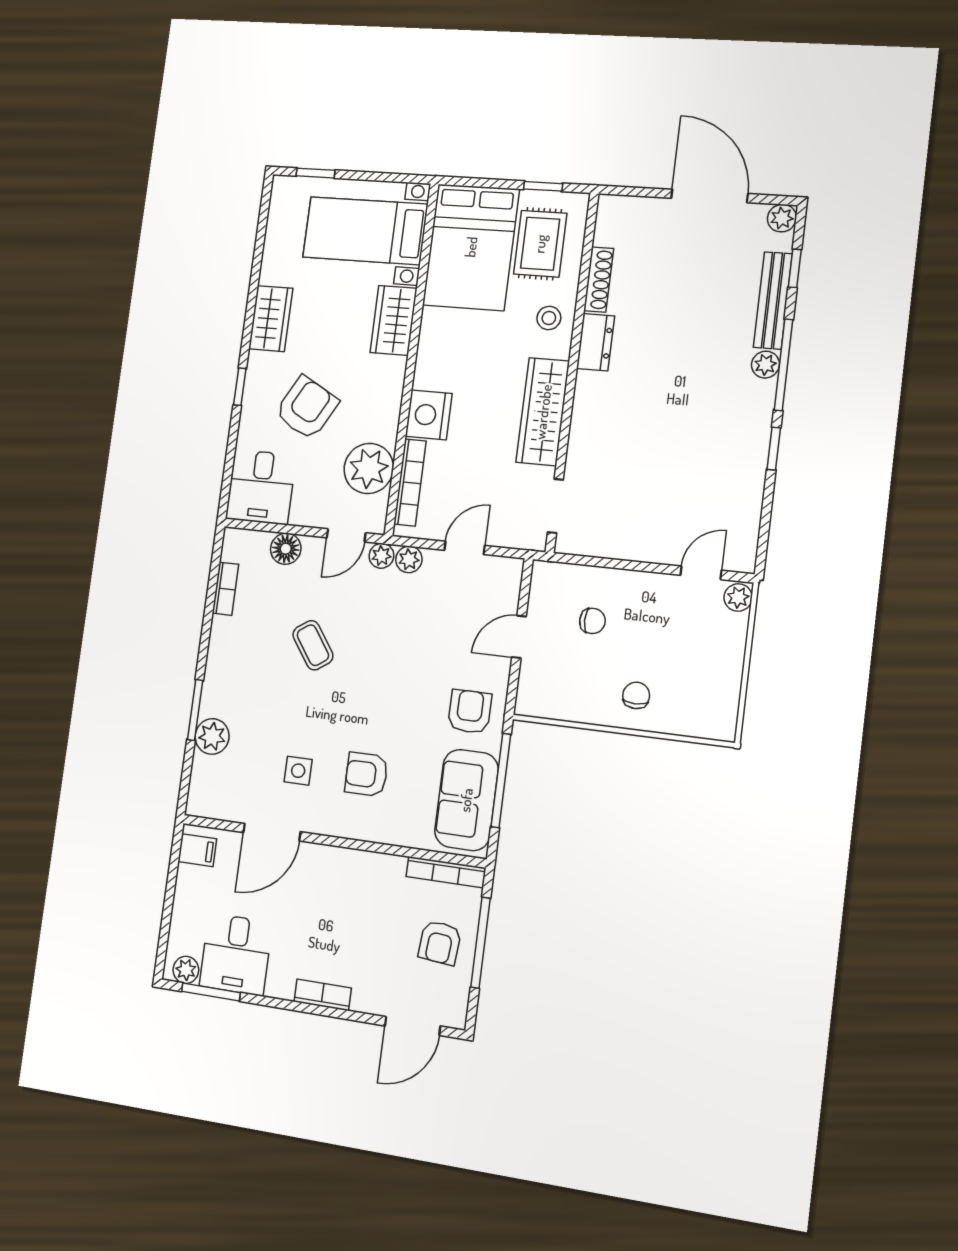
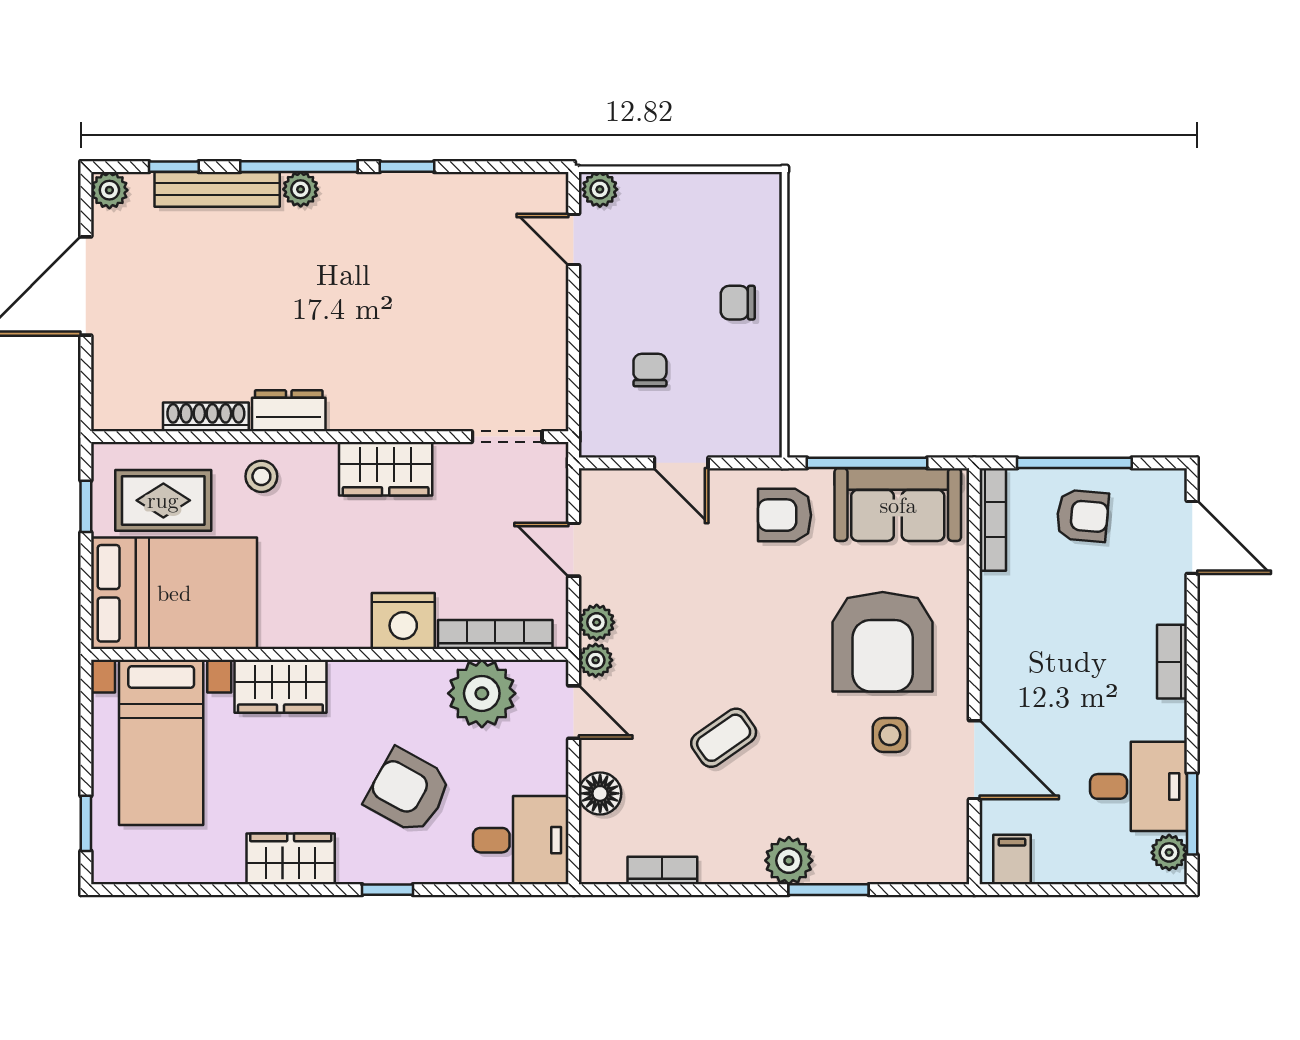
wardrobe: (543, 412) -> (386, 469), width x0.67
plant: (212, 736) -> (789, 861), moved
armchair: (366, 774) -> (883, 642), width x1.88, depth x1.88

